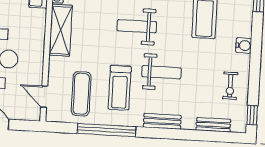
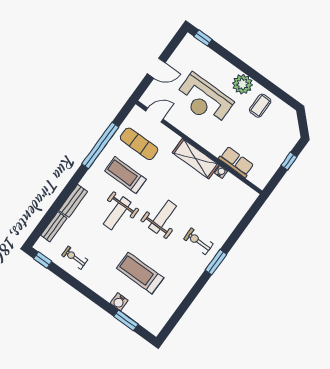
water cooler: (244, 45) -> (119, 302), moved
bench: (162, 121) -> (73, 201), moved

